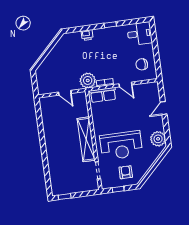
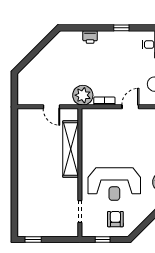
door: (125, 84) -> (130, 107), swing flipped
row of seats: (103, 95) -> (100, 116), removed
shelving: (86, 139) -> (71, 149), moved

